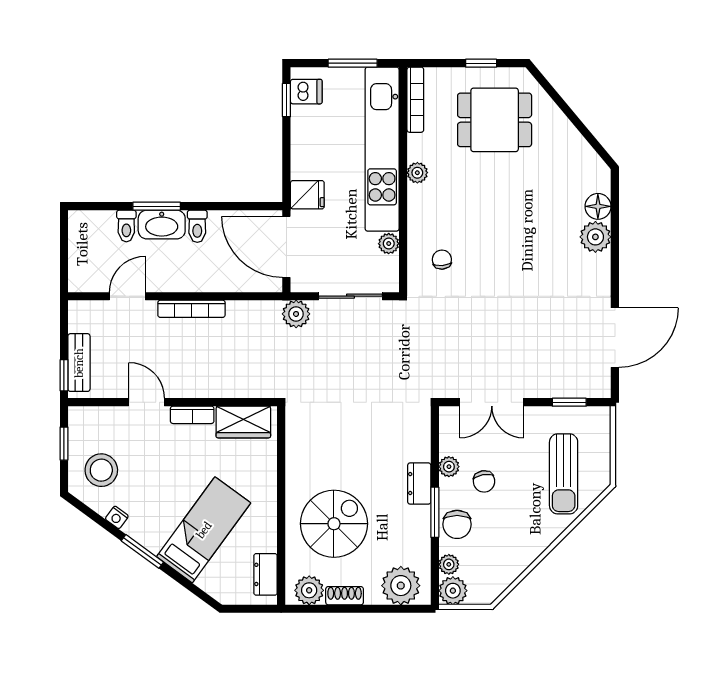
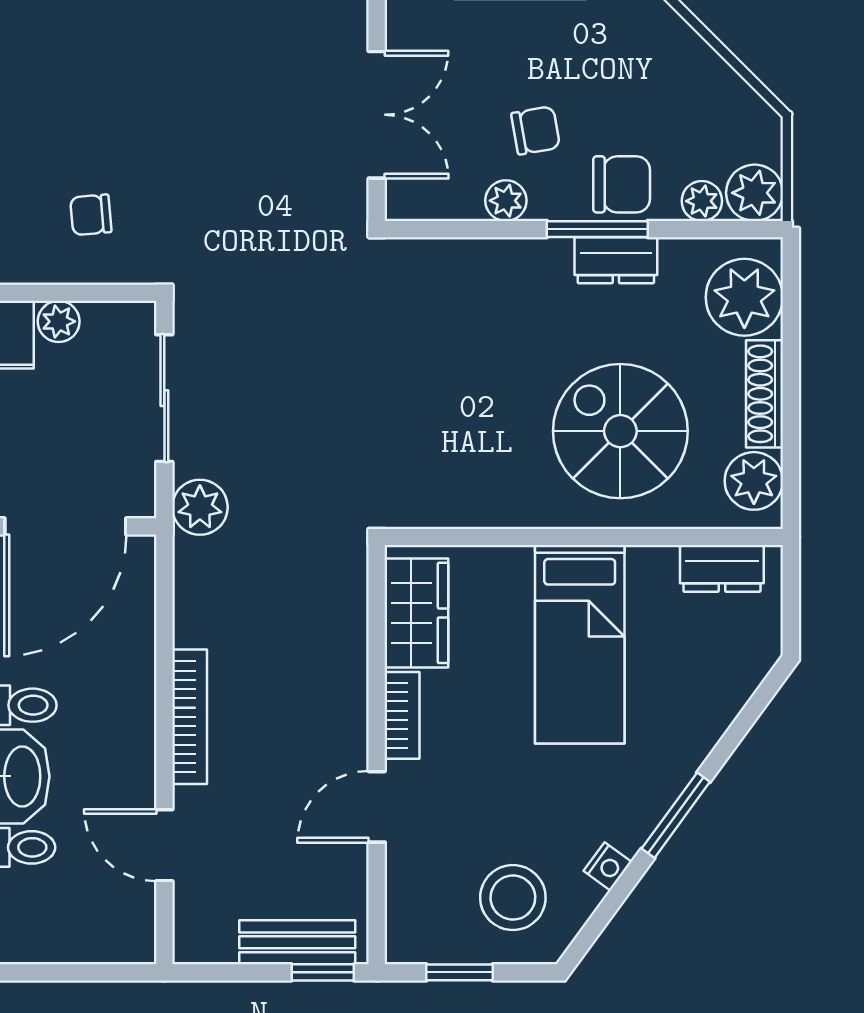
dresser: (419, 484) -> (616, 260), moved
bed: (204, 530) -> (580, 644), moved, turned -126
shoe rack: (345, 596) -> (765, 394), width x1.43

